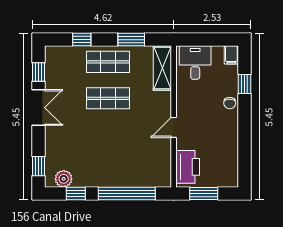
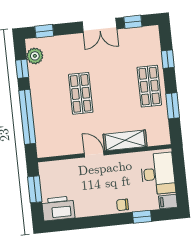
desk: (195, 63) -> (158, 174), width x1.37
shelving: (162, 68) -> (125, 140), moved
shop shelf: (108, 98) -> (81, 93), moved
printer: (188, 167) -> (58, 209), moved, turned 180

